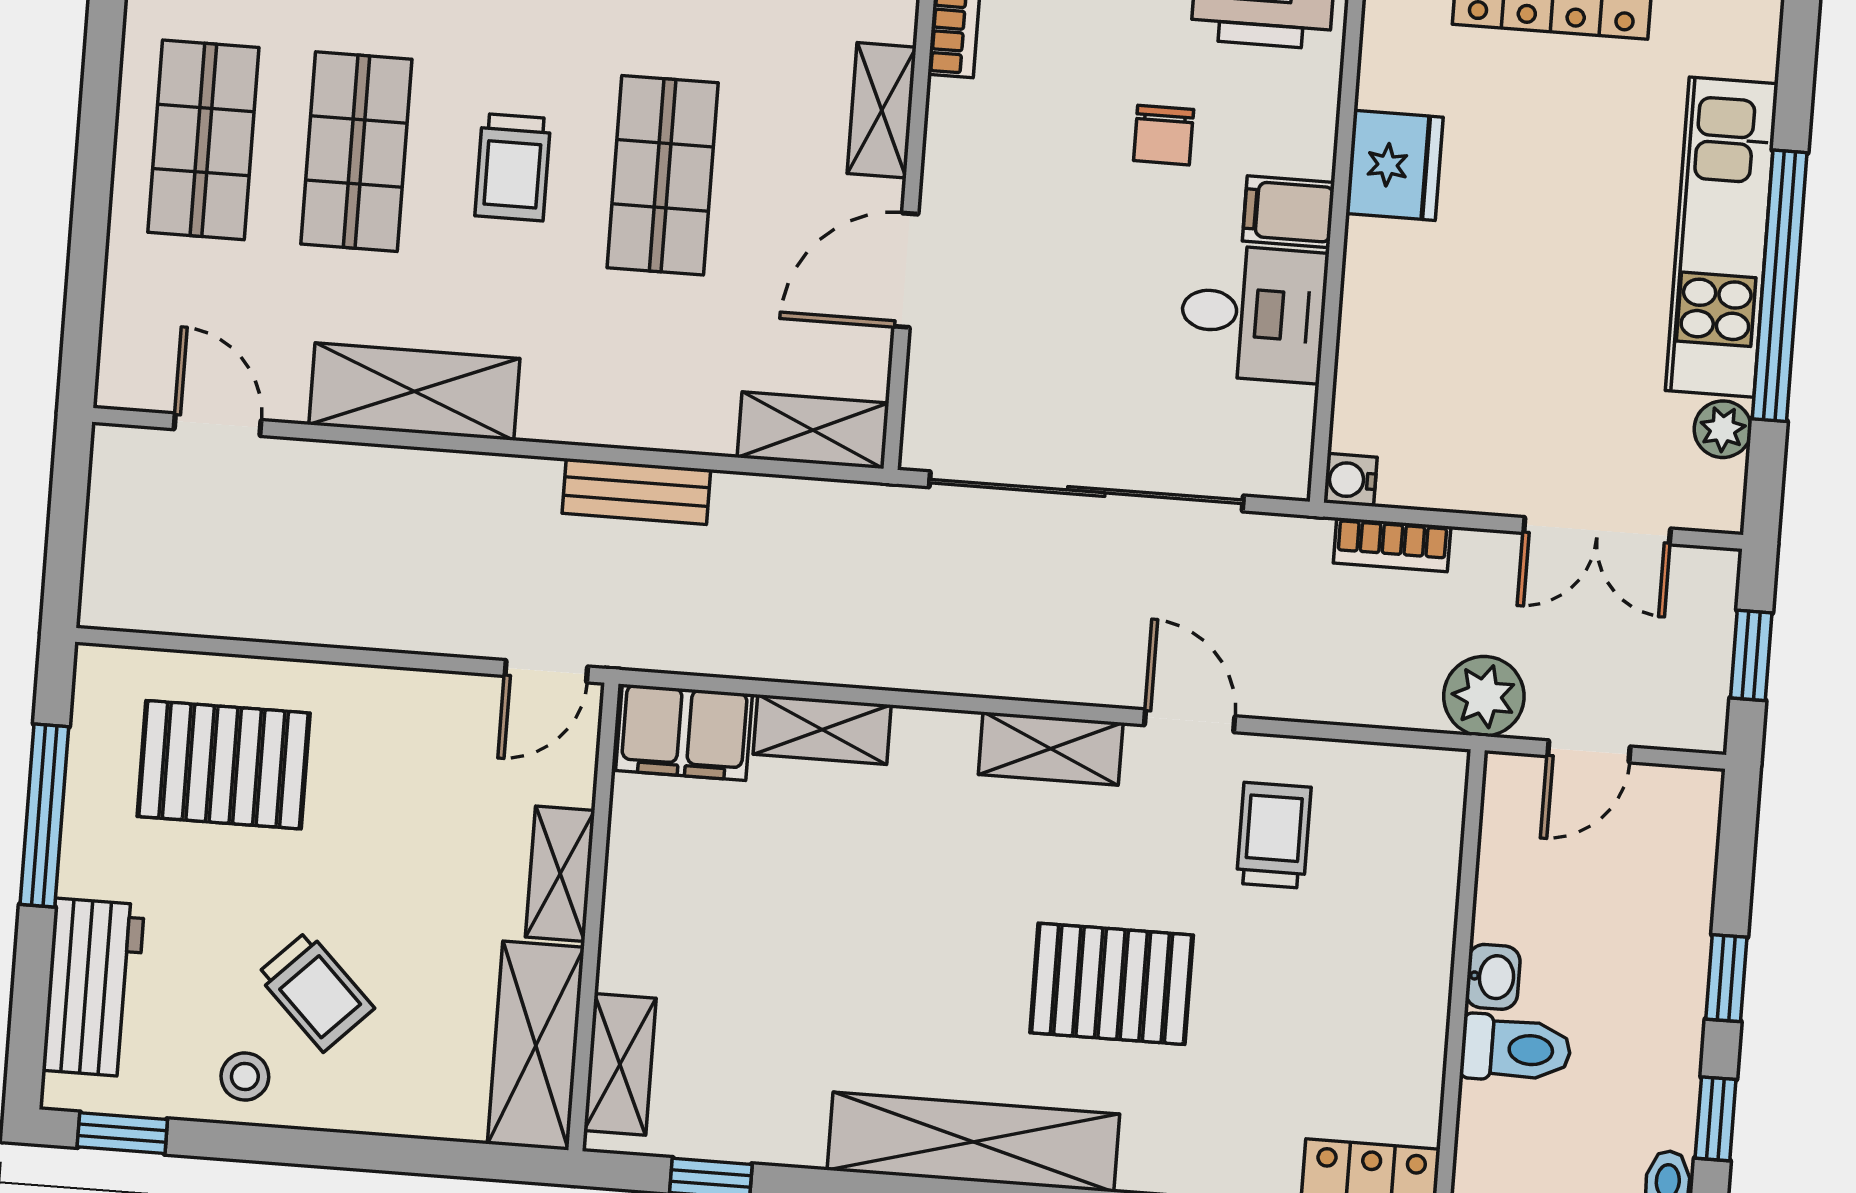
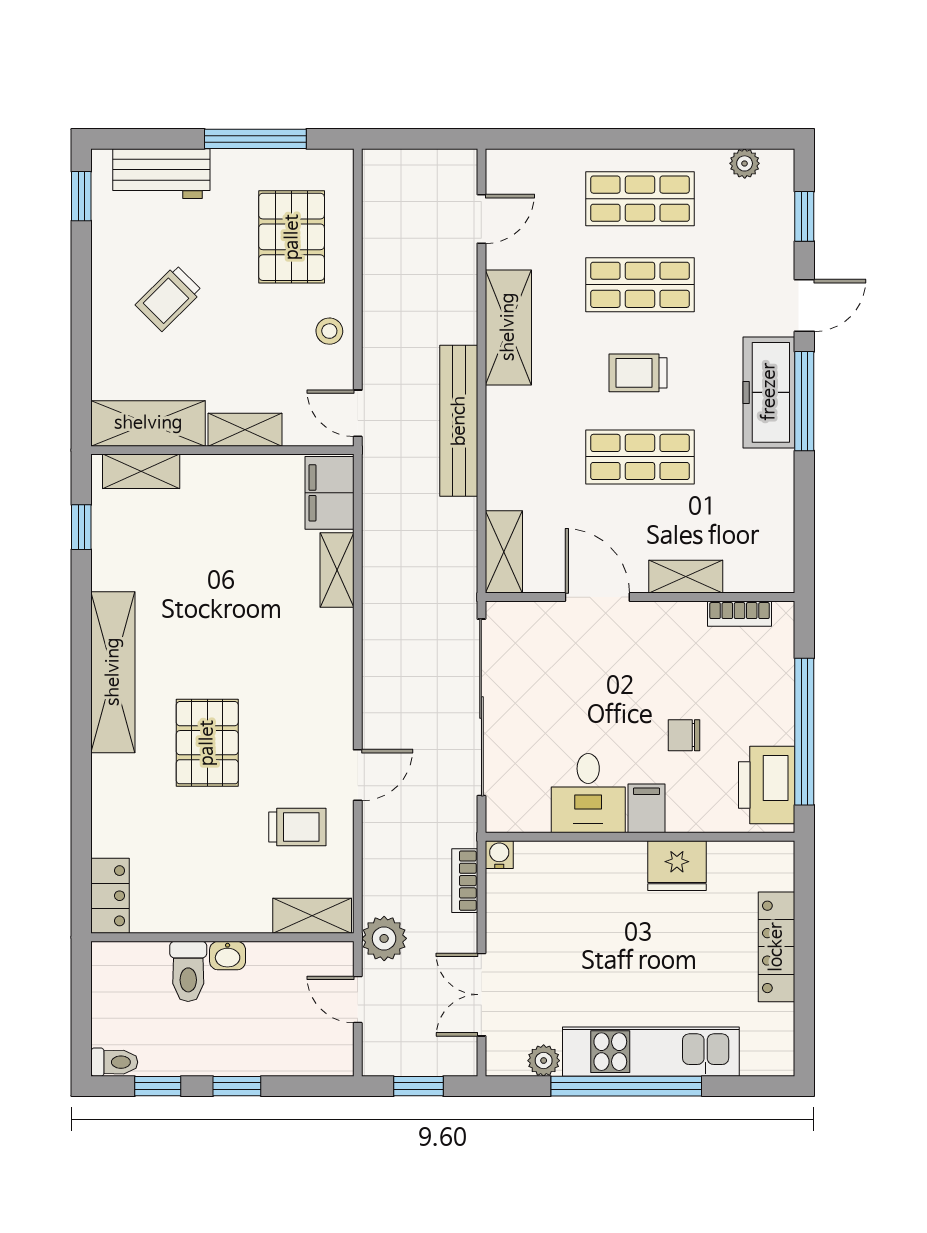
bench: (636, 491) -> (459, 421), width x1.86, depth x1.21
shelving: (1051, 749) -> (312, 916), moved, turned 90
stool: (245, 1077) -> (329, 331), moved

